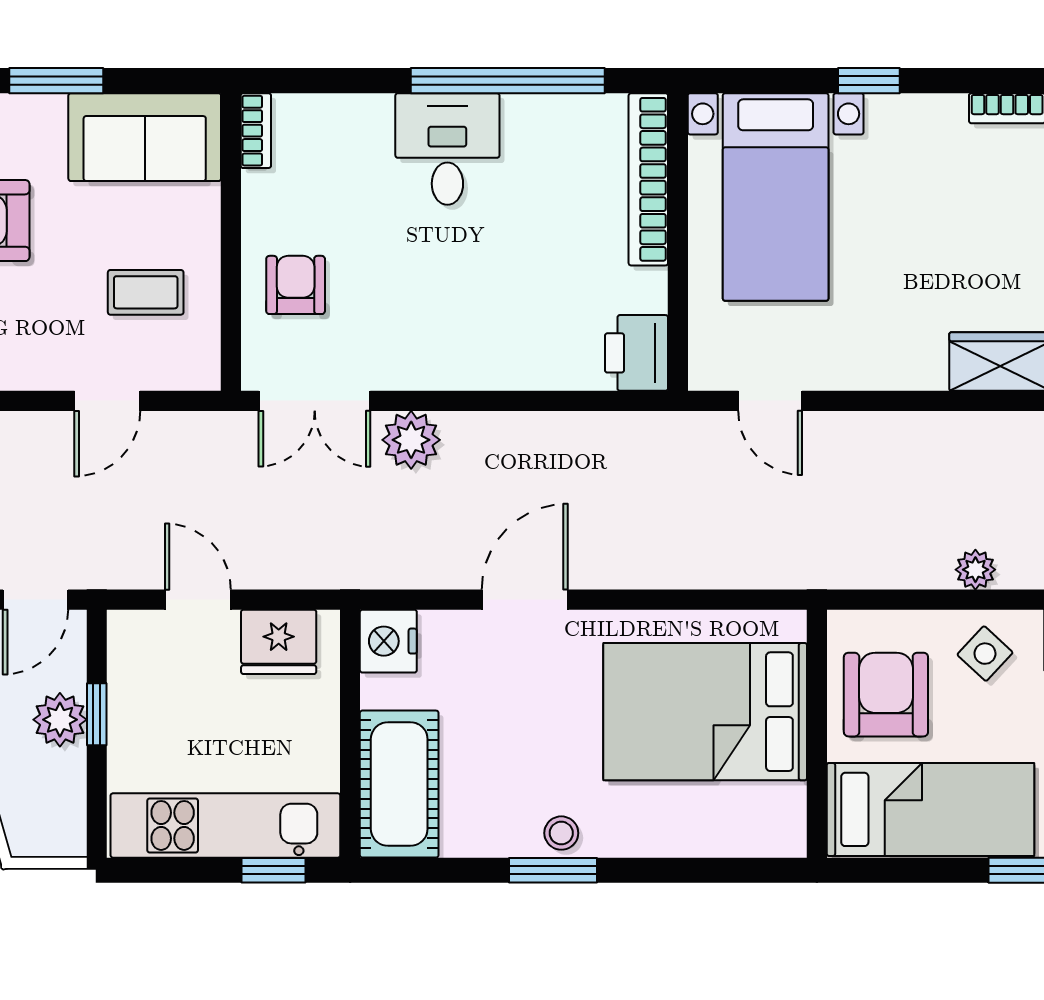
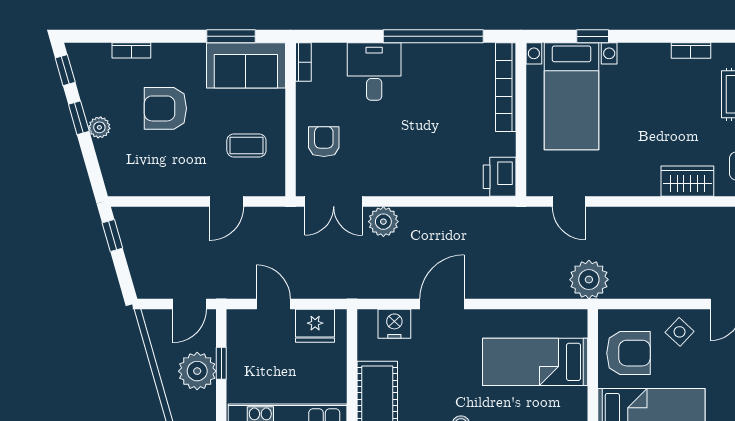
window: (56, 81) -> (231, 36), moved
window: (869, 81) -> (593, 36), moved
desk: (447, 149) -> (374, 72), moved
plant: (975, 570) -> (589, 280), moved, width x1.87, depth x1.87
nightstand: (388, 641) -> (394, 324), moved, turned 90
armchair: (886, 695) -> (628, 353), turned 90
bed: (705, 712) -> (535, 362), width x0.67
plant: (60, 720) -> (197, 371), width x1.36, depth x1.36

